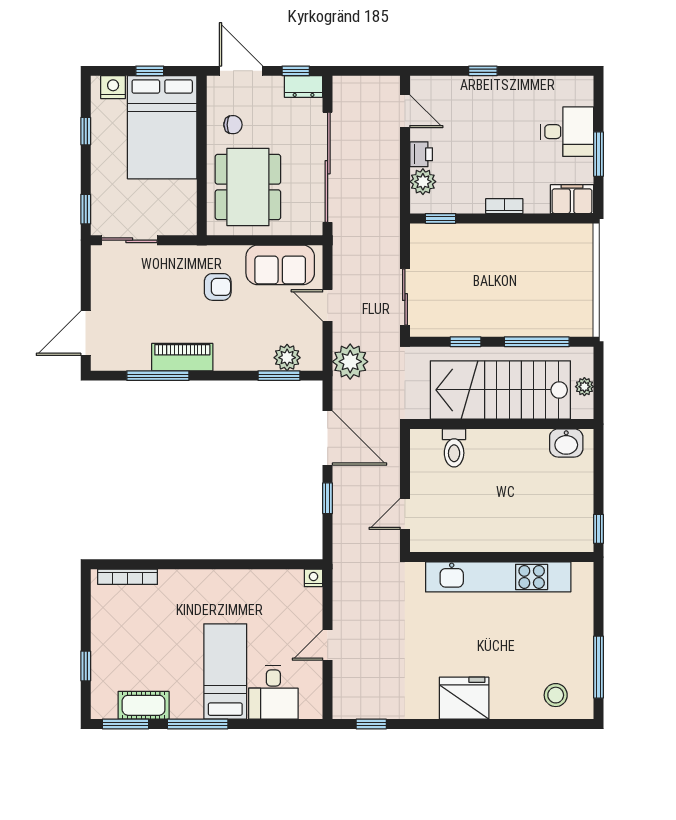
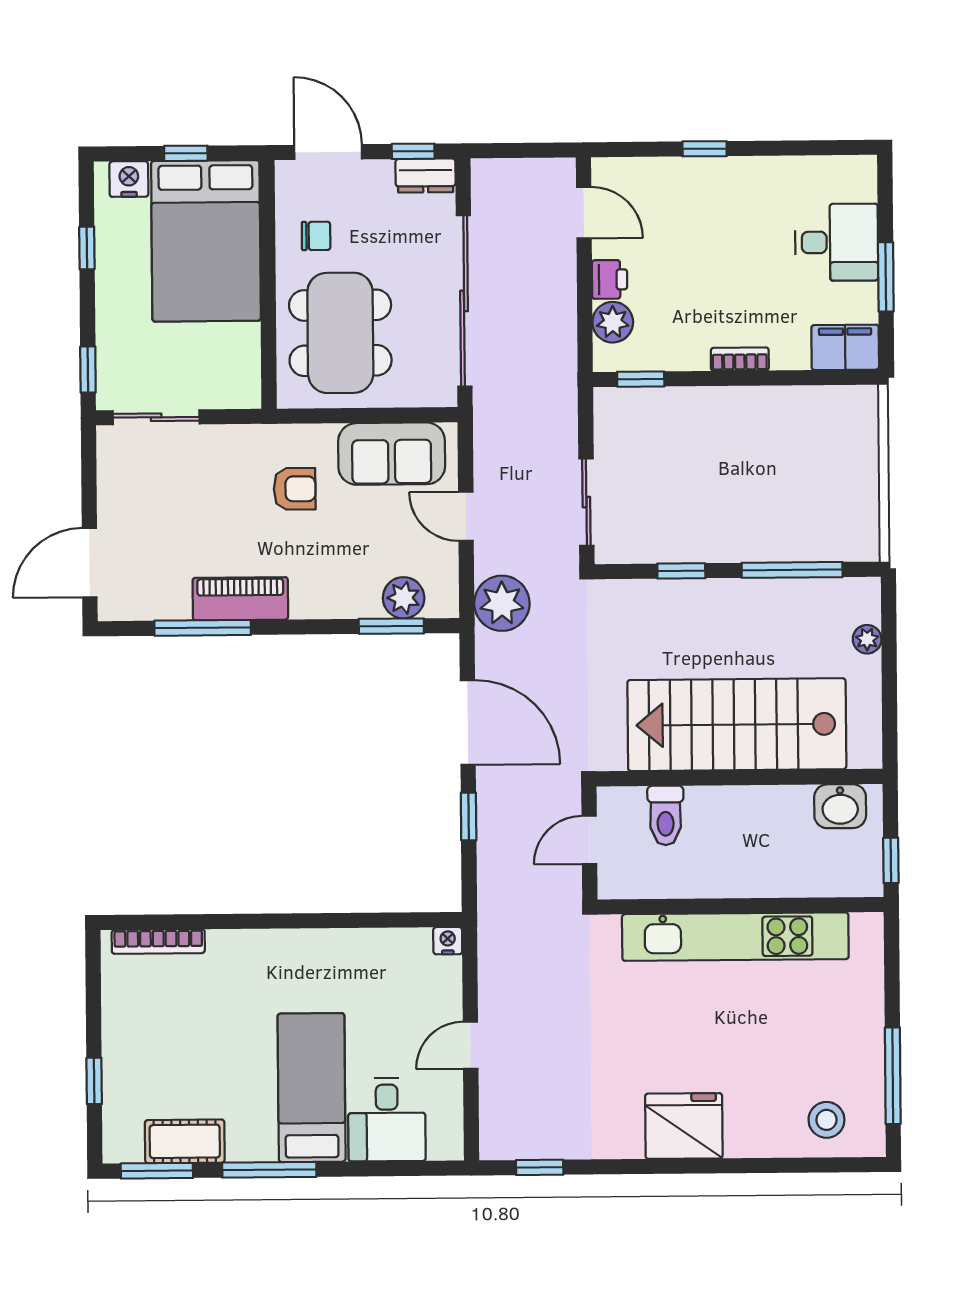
stairs: (500, 390) -> (737, 725), moved
wall: (502, 424) -> (739, 778), moved
washbasin: (566, 443) -> (840, 806), moved
toilet: (454, 448) -> (666, 815), moved

